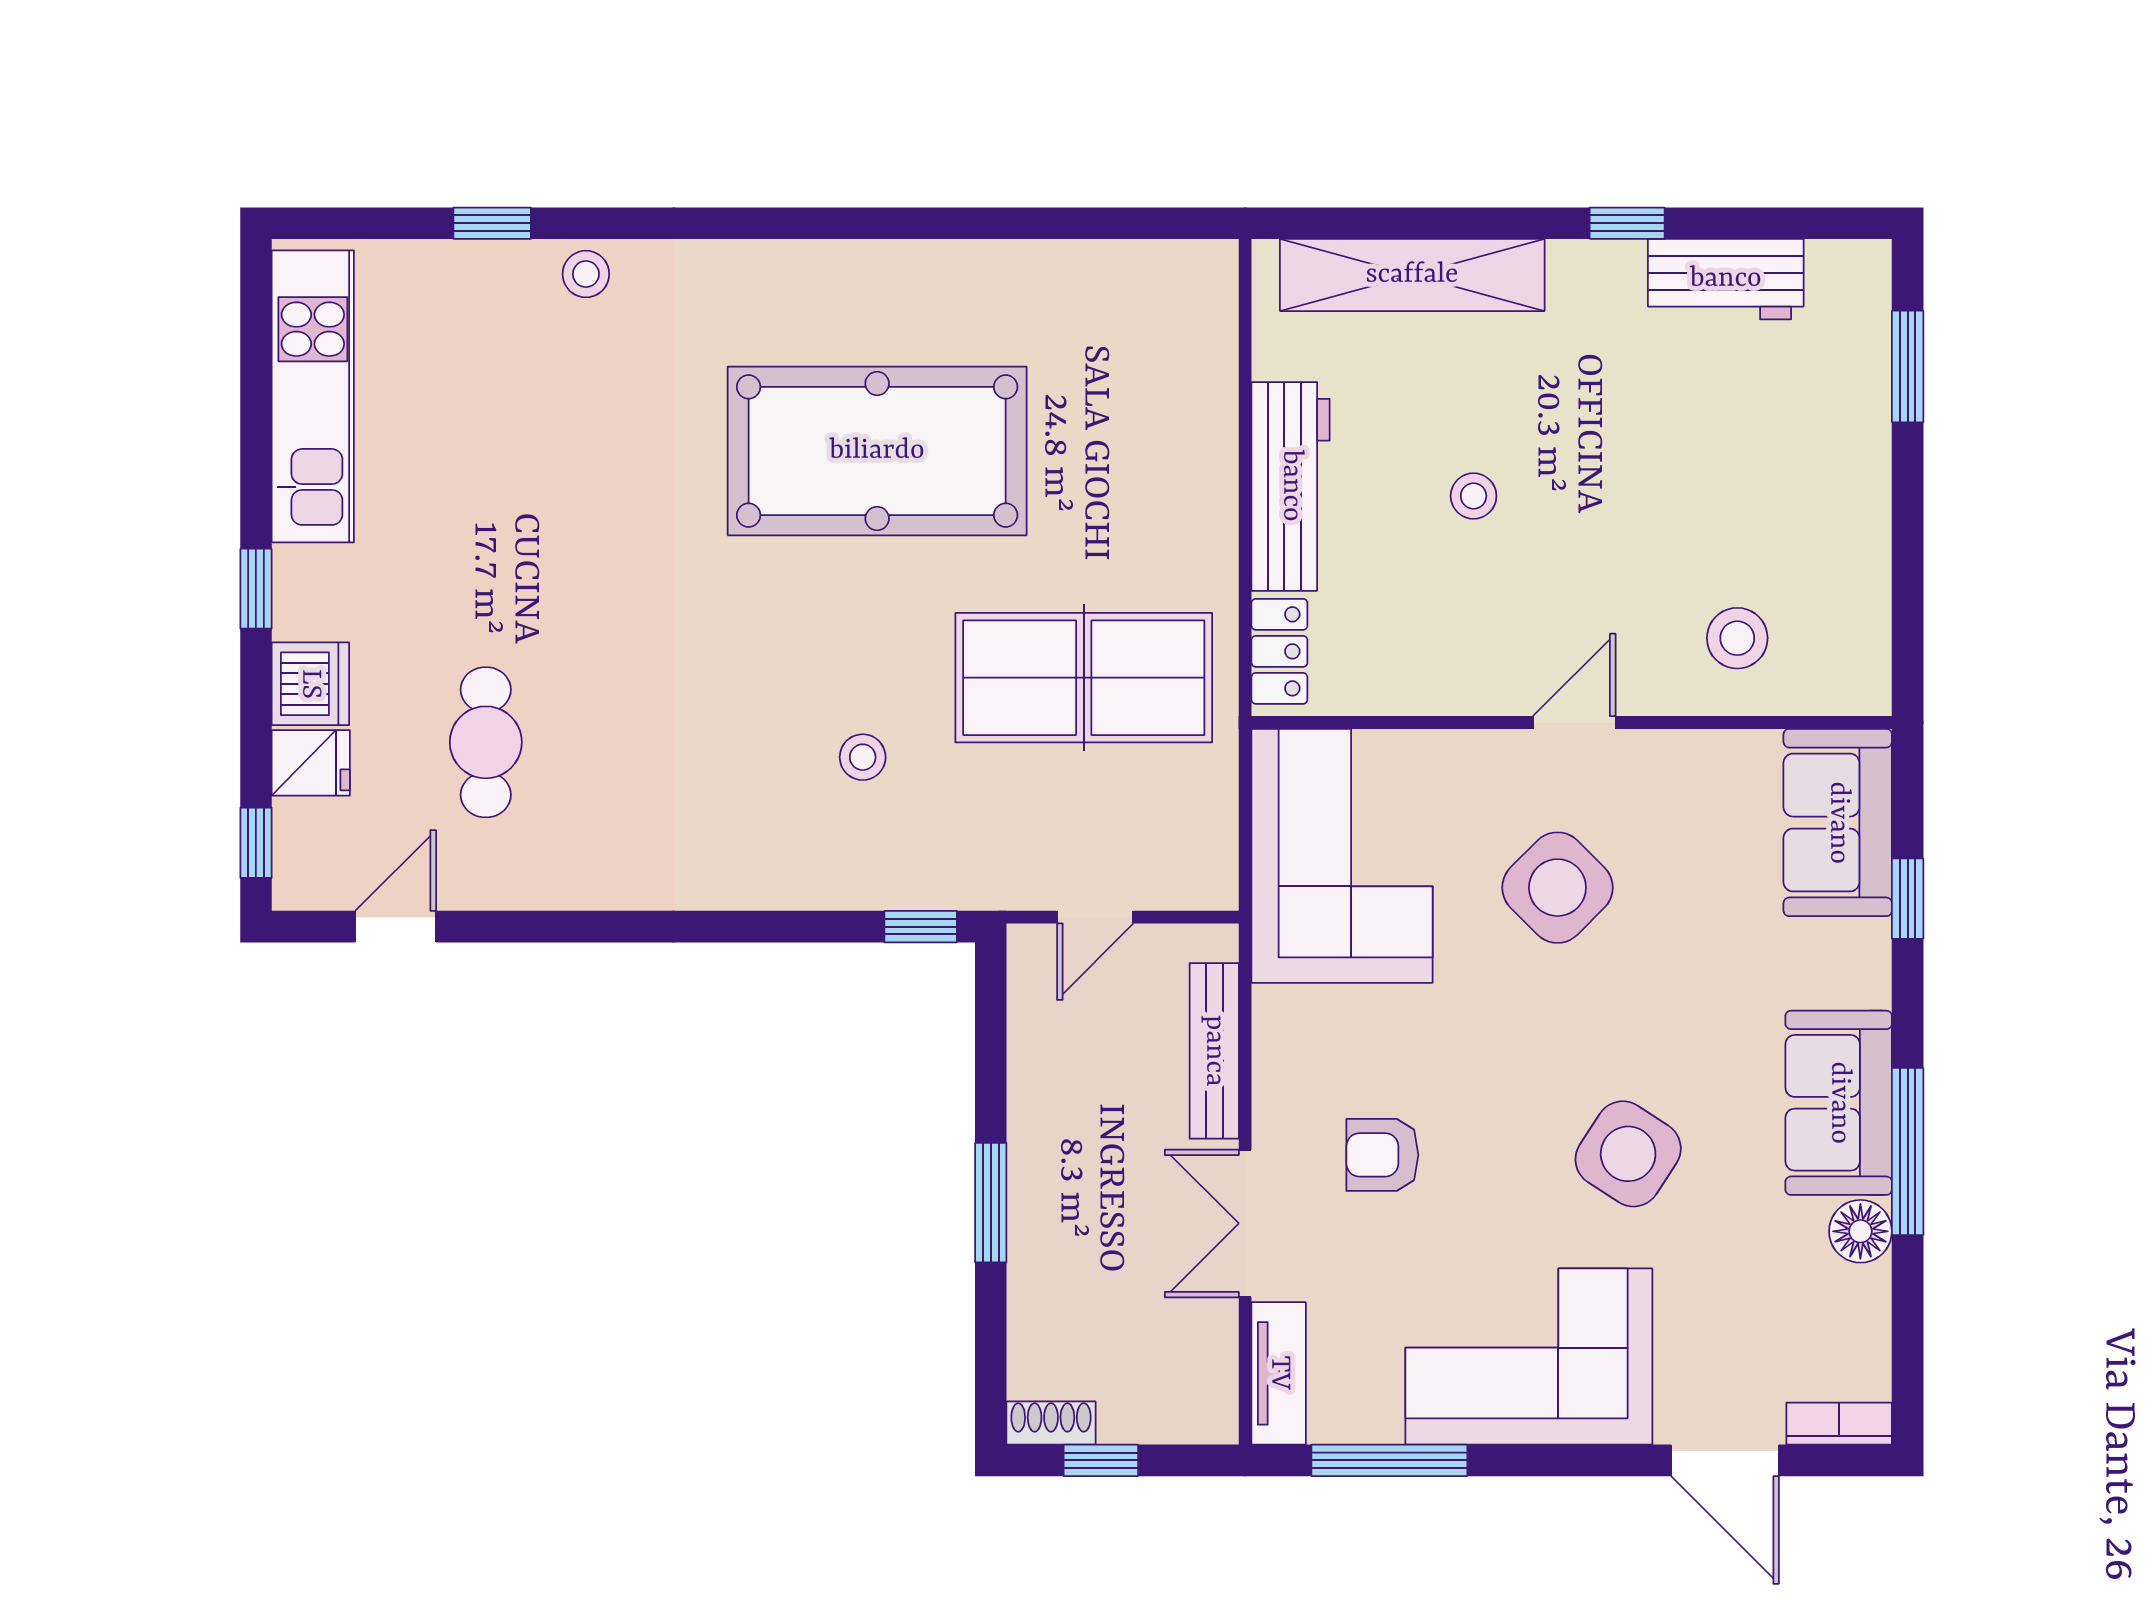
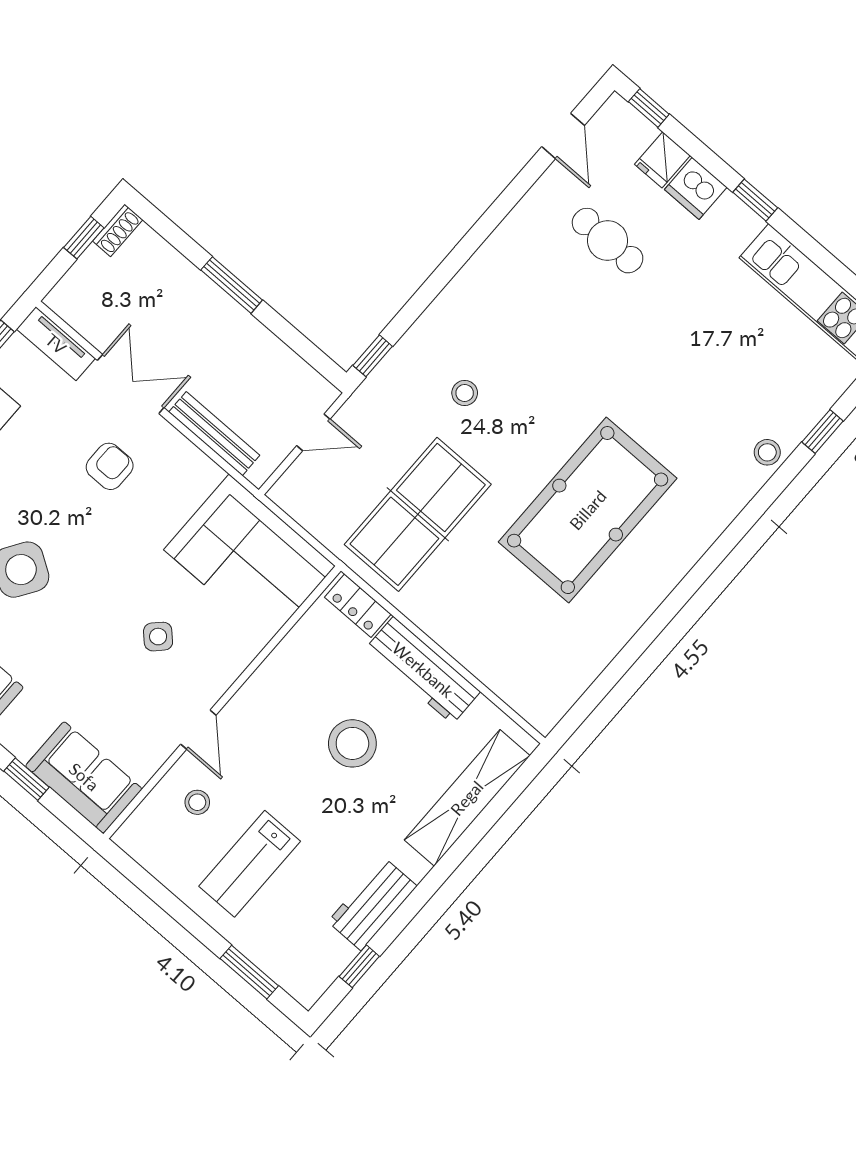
window: (1627, 223) -> (359, 966), moved
workbench: (1726, 279) -> (372, 904), moved
lab bench: (1759, 494) -> (250, 864), added
stool: (1474, 496) -> (352, 743), width x1.89, depth x1.89
stool: (1737, 638) -> (197, 802), width x0.73, depth x0.73
door: (1574, 723) -> (198, 730), moved
side table: (1557, 888) -> (158, 637), width x0.54, depth x0.54
door: (1095, 917) -> (313, 432), swing flipped

